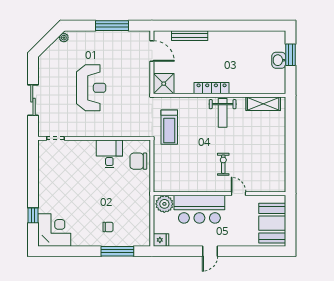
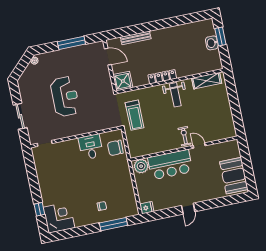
wall: (220, 194) -> (184, 149), moved
door: (239, 194) -> (199, 146), moved
plant: (164, 204) -> (141, 166), moved
bar counter: (199, 209) -> (170, 165), moved

